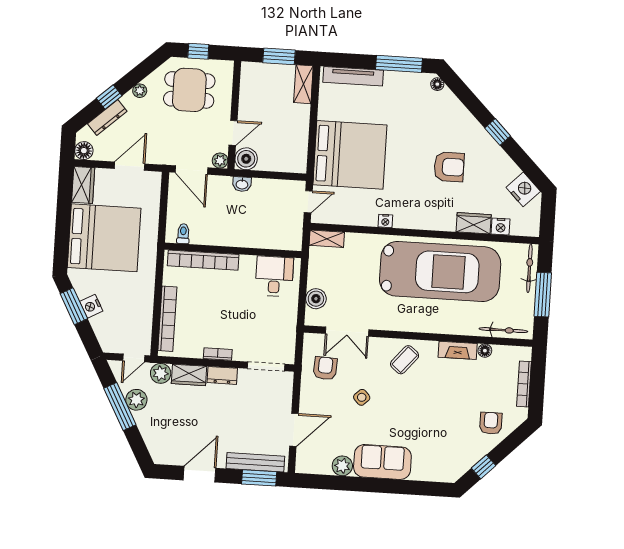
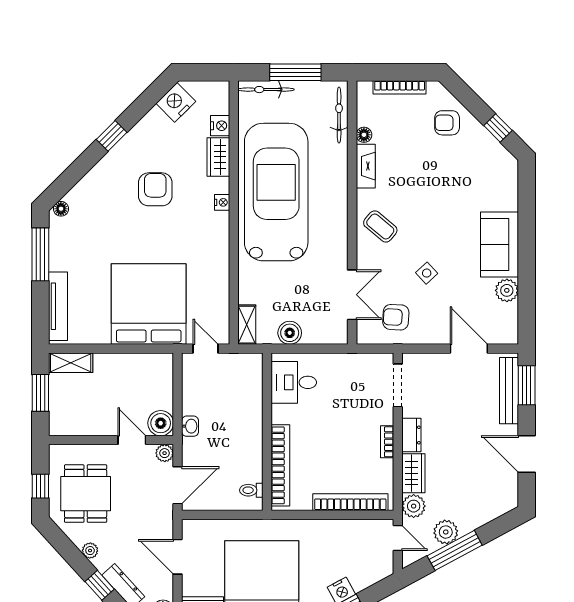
nightstand: (385, 221) -> (222, 202), moved
boiler: (316, 299) -> (290, 333), moved

